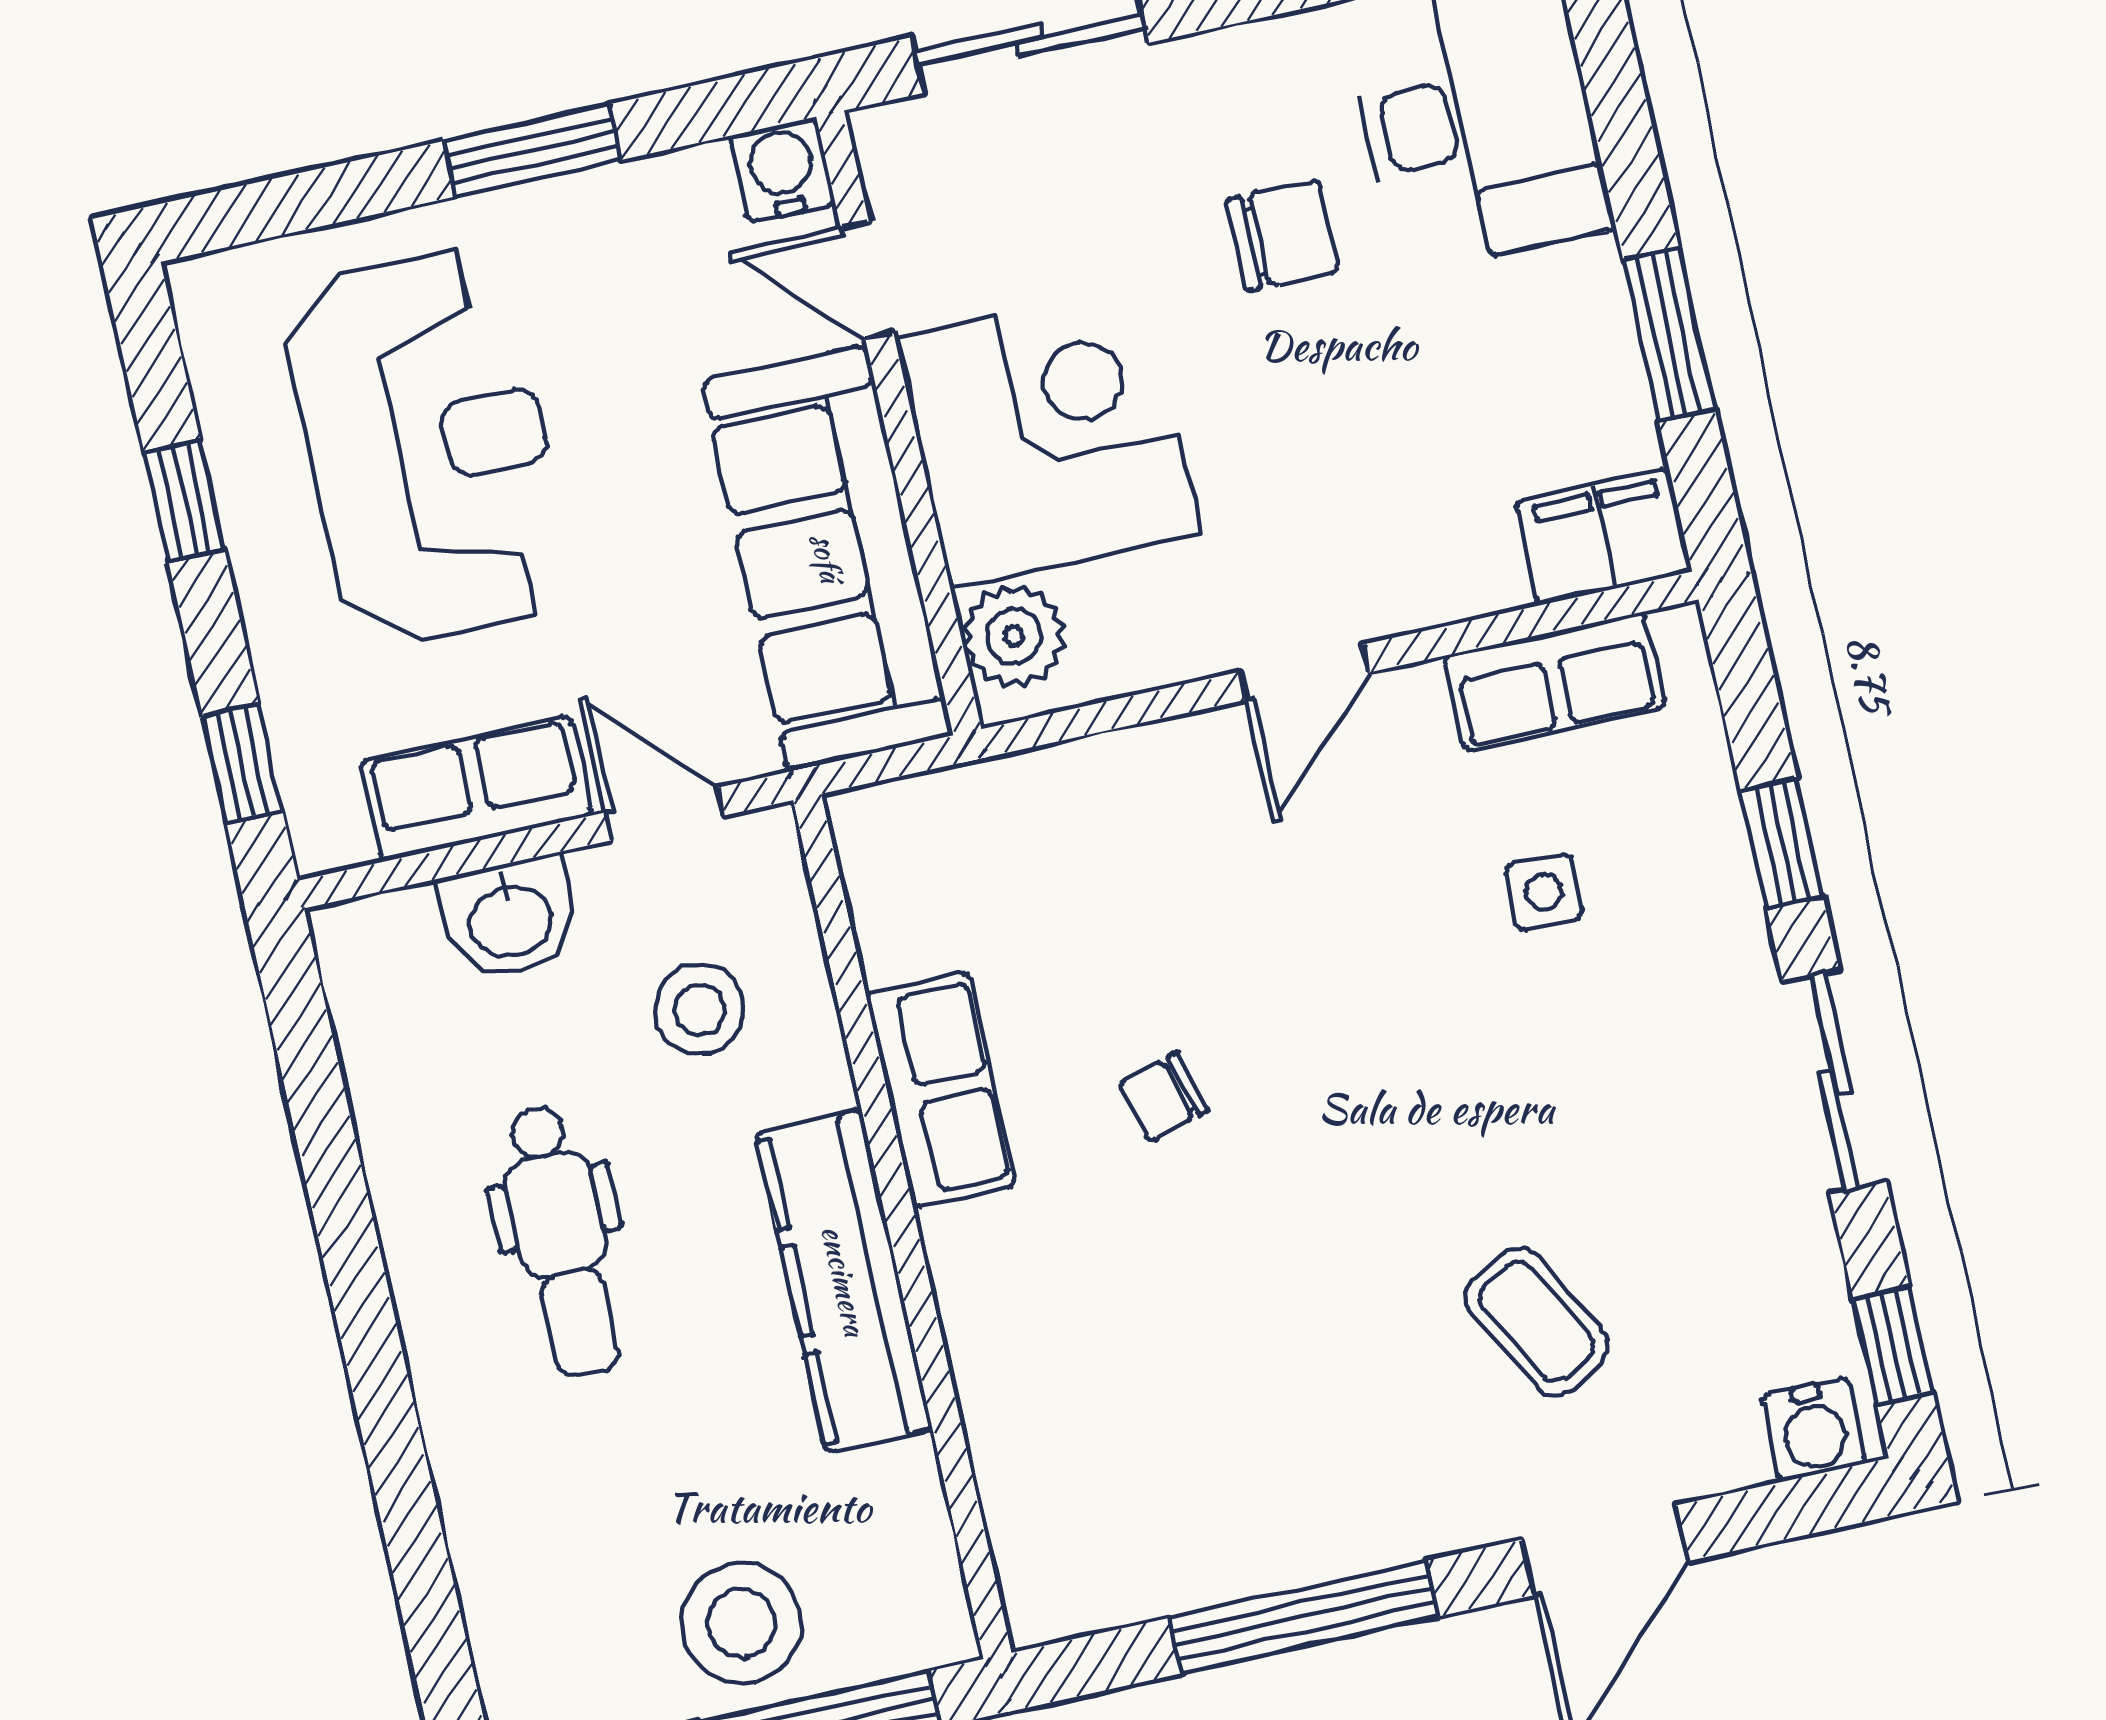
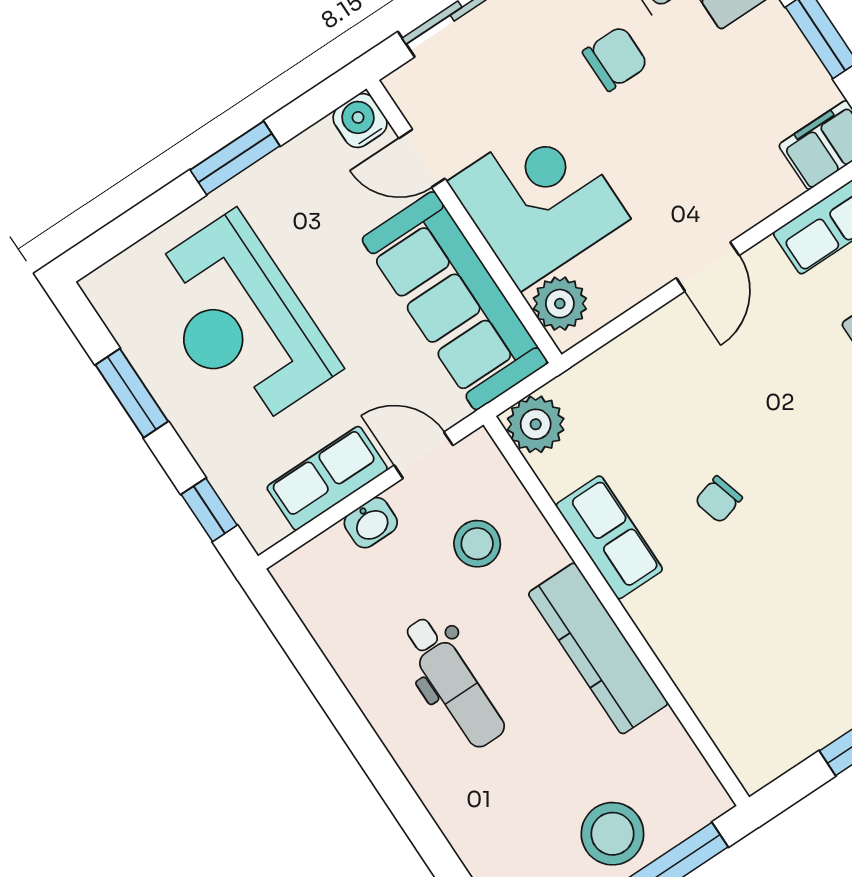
reception desk: (428, 447) -> (240, 321), turned 180
window: (184, 501) -> (132, 393), width x1.50
plant: (887, 836) -> (536, 424), added
washbasin: (510, 918) -> (371, 523), width x0.72, depth x0.69

